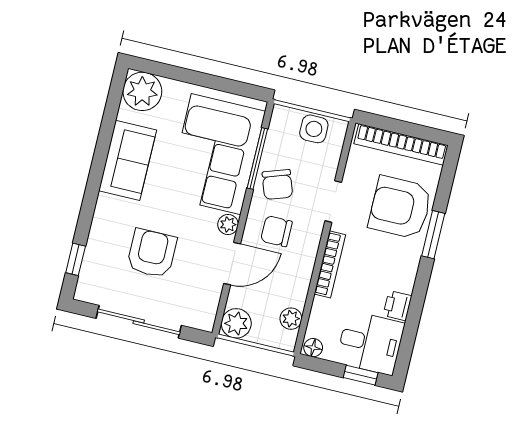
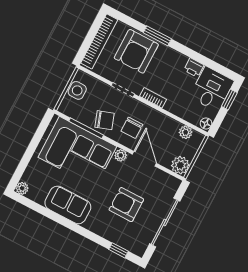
plant: (142, 91) -> (22, 188), width x0.53, depth x0.53
bookcase: (330, 264) -> (153, 98), width x0.64

